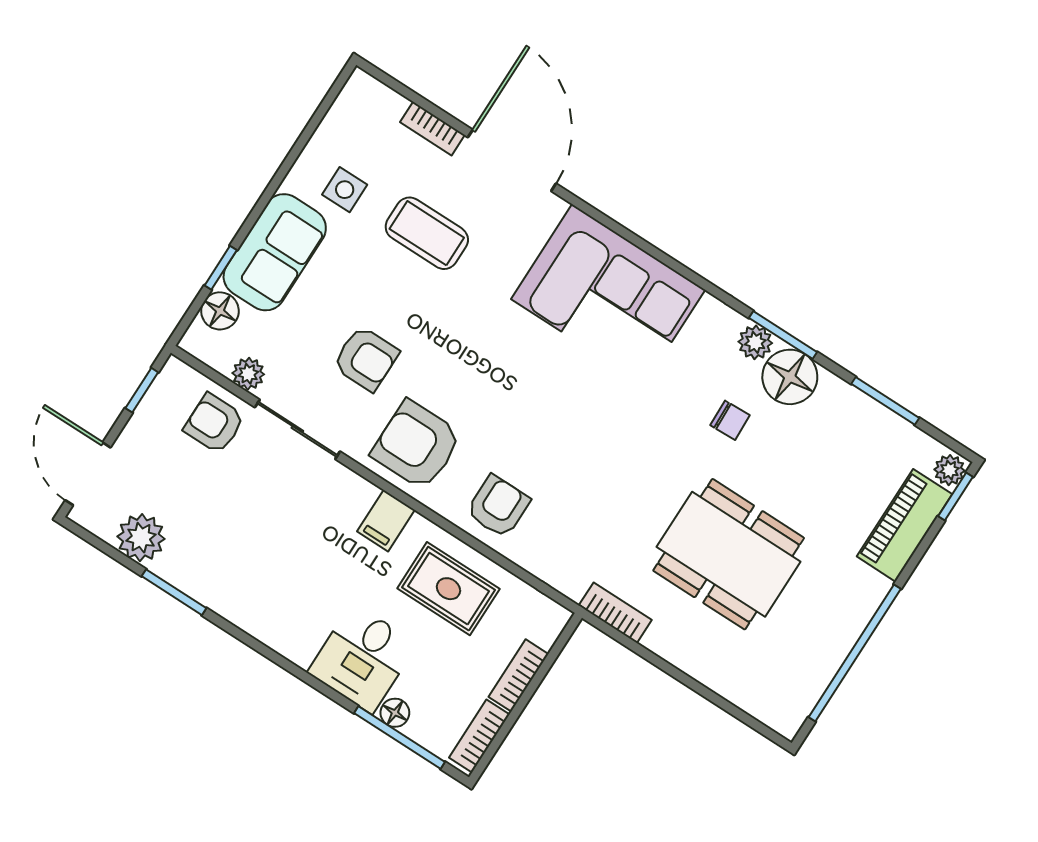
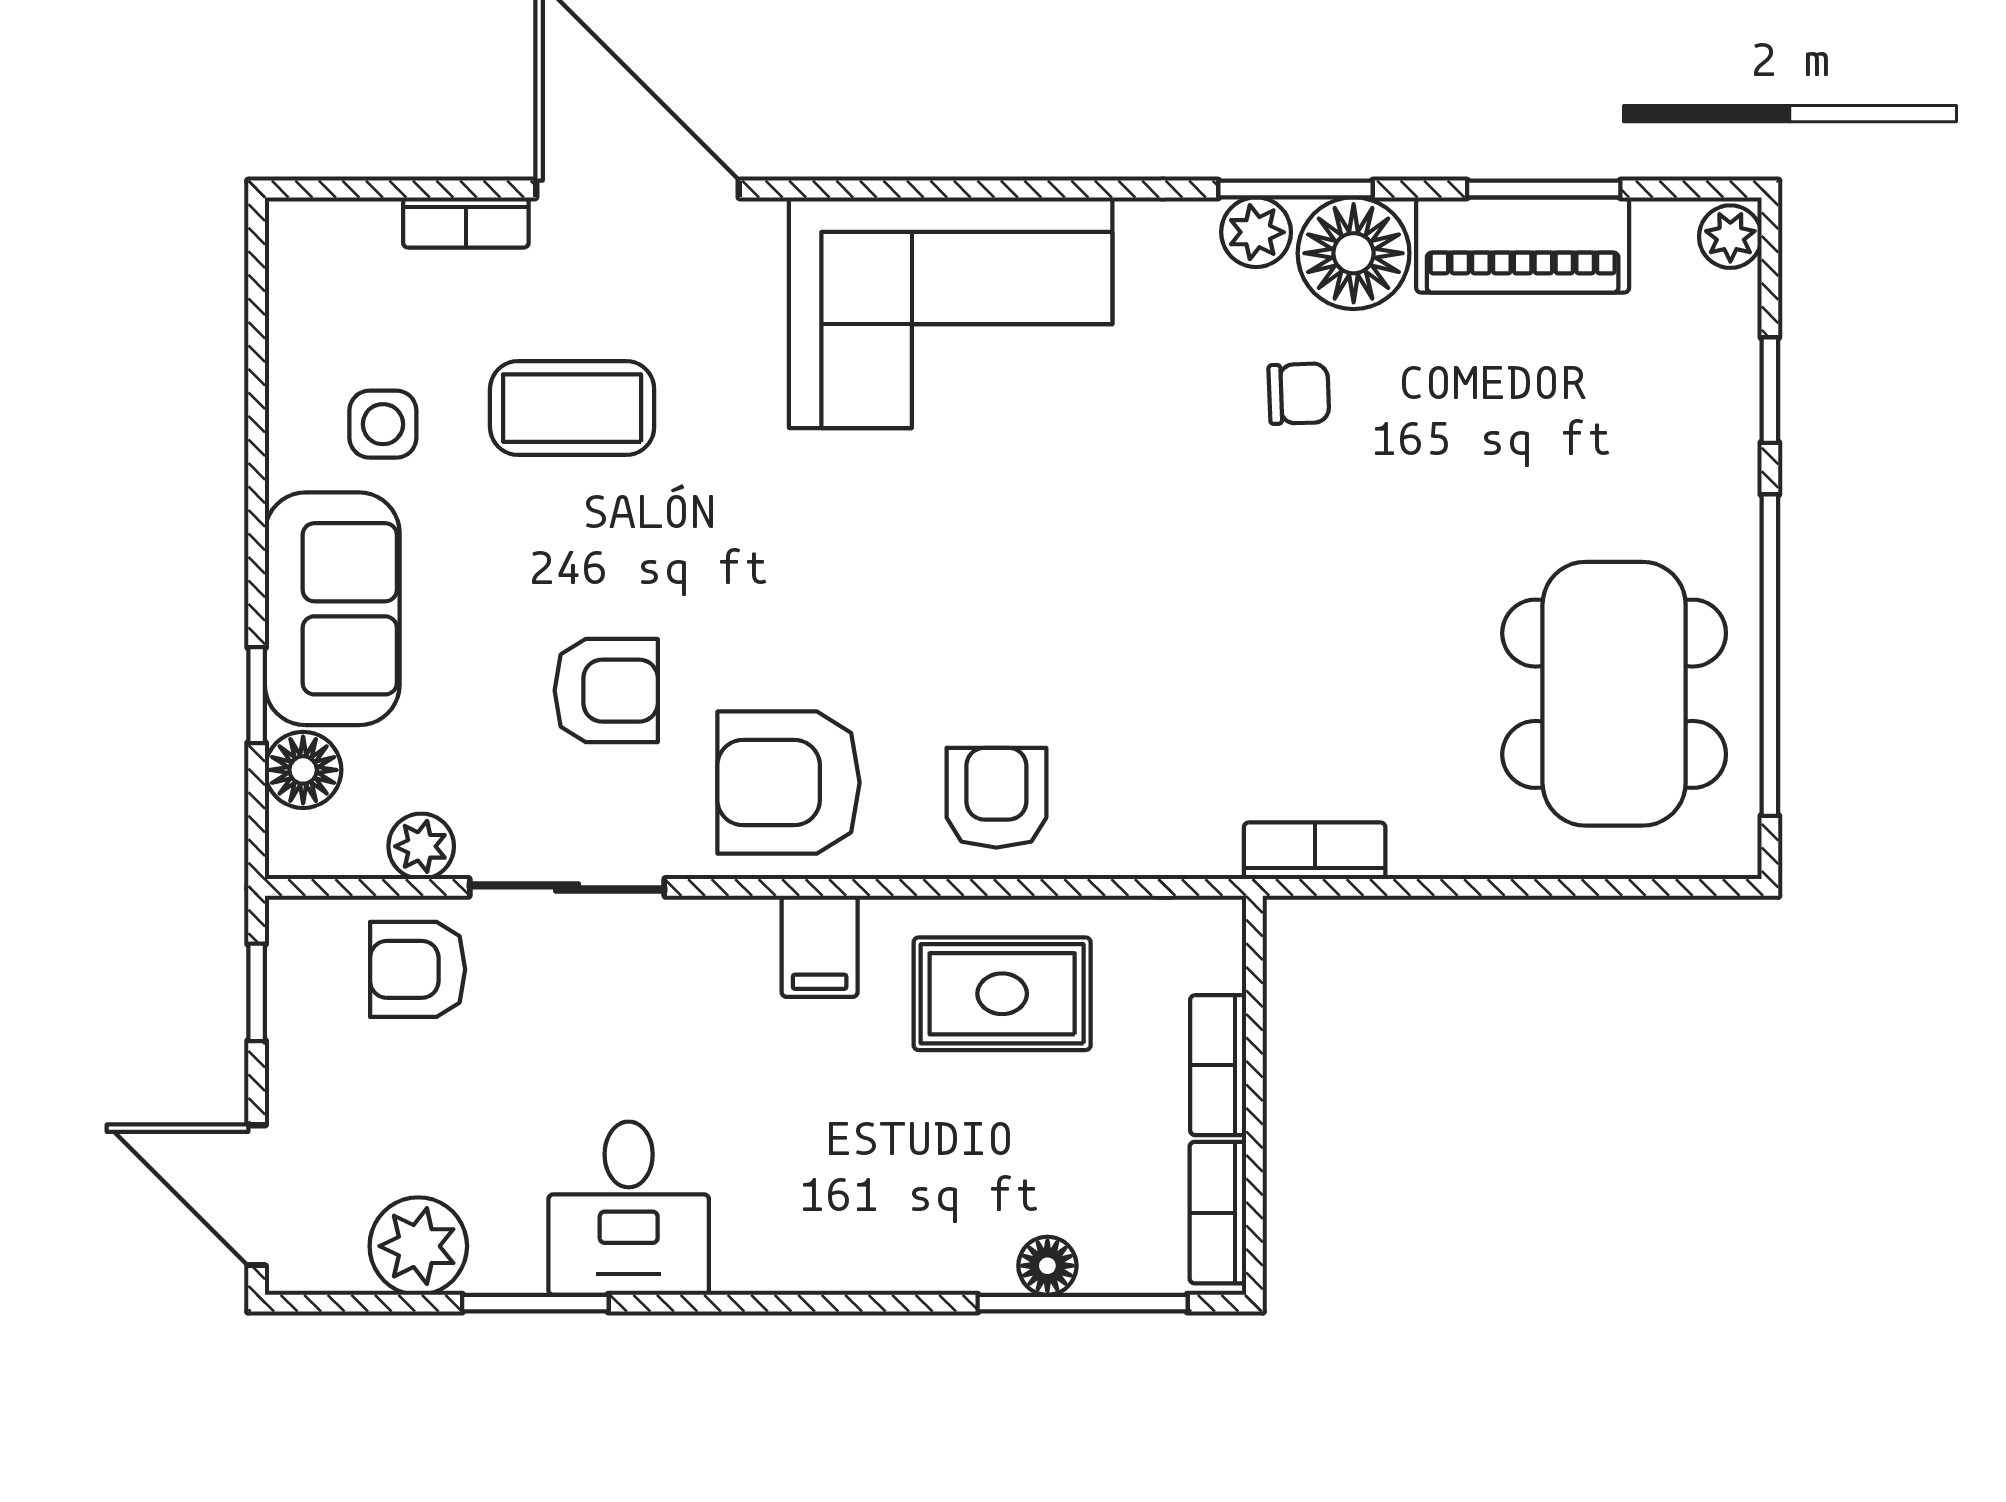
window: (956, 496) -> (1770, 390), moved
piano: (904, 525) -> (1523, 245), moved, turned -90
dining table: (729, 554) -> (1614, 694), moved, turned 90
desk: (362, 658) -> (629, 1208), moved

